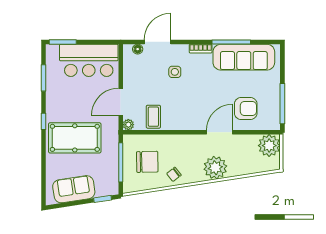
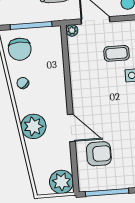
armchair: (246, 109) -> (99, 154), turned -90
coffee table: (153, 117) -> (117, 53), moved
chair: (147, 162) -> (20, 49), moved

